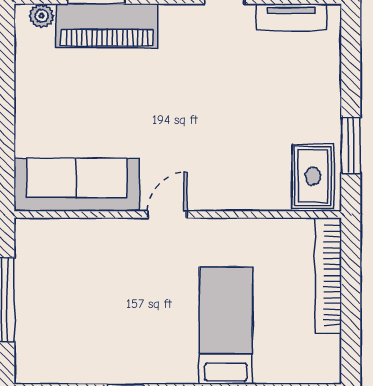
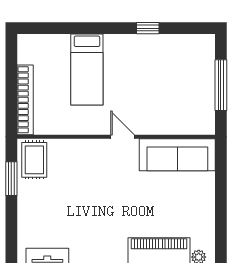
door: (167, 215) -> (122, 137), swing flipped

